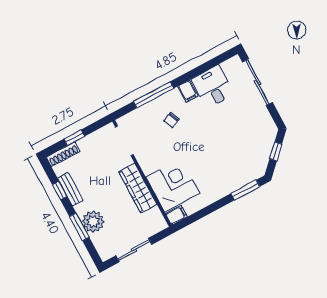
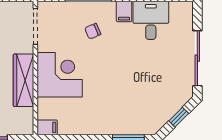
sliding door: (257, 82) -> (197, 58), moved
corner desk: (173, 185) -> (60, 75), moved

